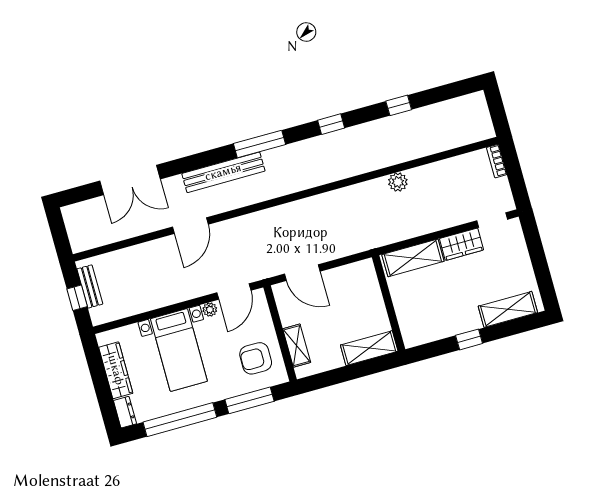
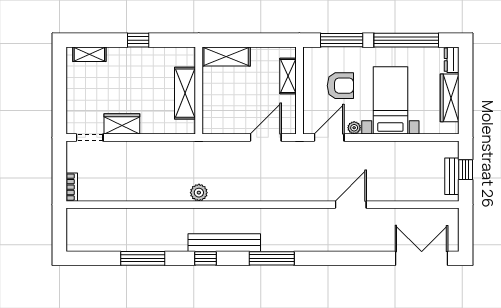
window: (399, 105) -> (143, 258), width x2.17
bench: (223, 172) -> (224, 243), moved
double door: (130, 180) -> (422, 258), moved
plant: (398, 182) -> (199, 193), moved
shelving: (413, 258) -> (185, 93), moved, turned 90
door: (302, 273) -> (266, 137), hinge flipped
shelving: (508, 309) -> (89, 54), width x0.67, depth x0.75
armchair: (256, 358) -> (340, 86), moved

